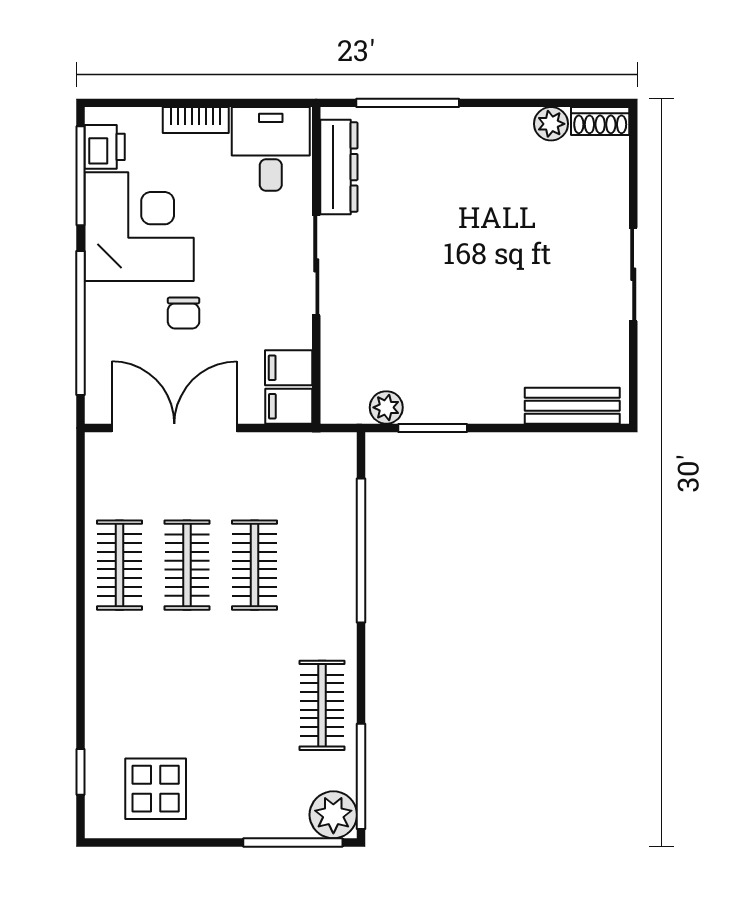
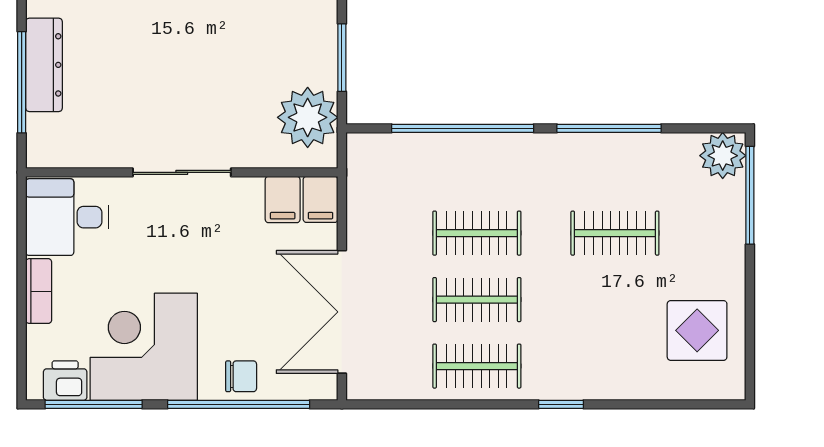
dresser: (339, 167) -> (44, 65), moved, turned 90
chair: (184, 313) -> (241, 376), moved
plant: (386, 407) -> (308, 117), width x1.87, depth x1.87
clothes rail: (322, 705) -> (615, 233), moved
window: (81, 772) -> (561, 404), moved
window: (361, 776) -> (609, 128), moved

